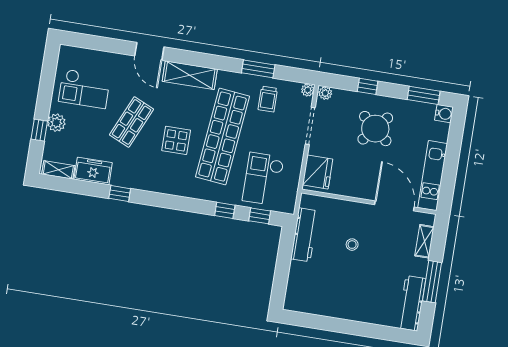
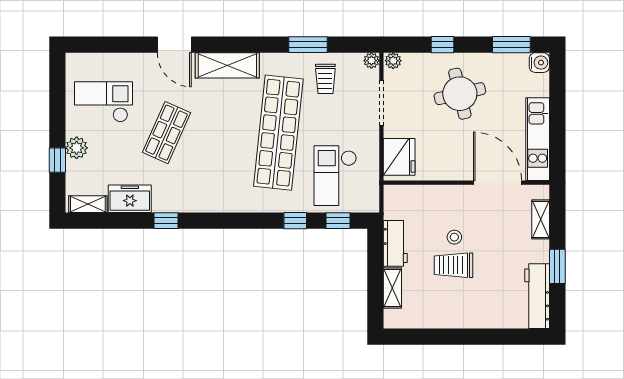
checkout: (84, 89) -> (104, 102), turned 180
round table: (375, 129) -> (460, 94), turned 37
display table: (176, 140) -> (223, 146), removed
workbench: (304, 235) -> (395, 243), width x0.73
trolley: (348, 267) -> (454, 265), added
shelving: (295, 278) -> (392, 288), added
window: (432, 282) -> (557, 266), width x0.69

